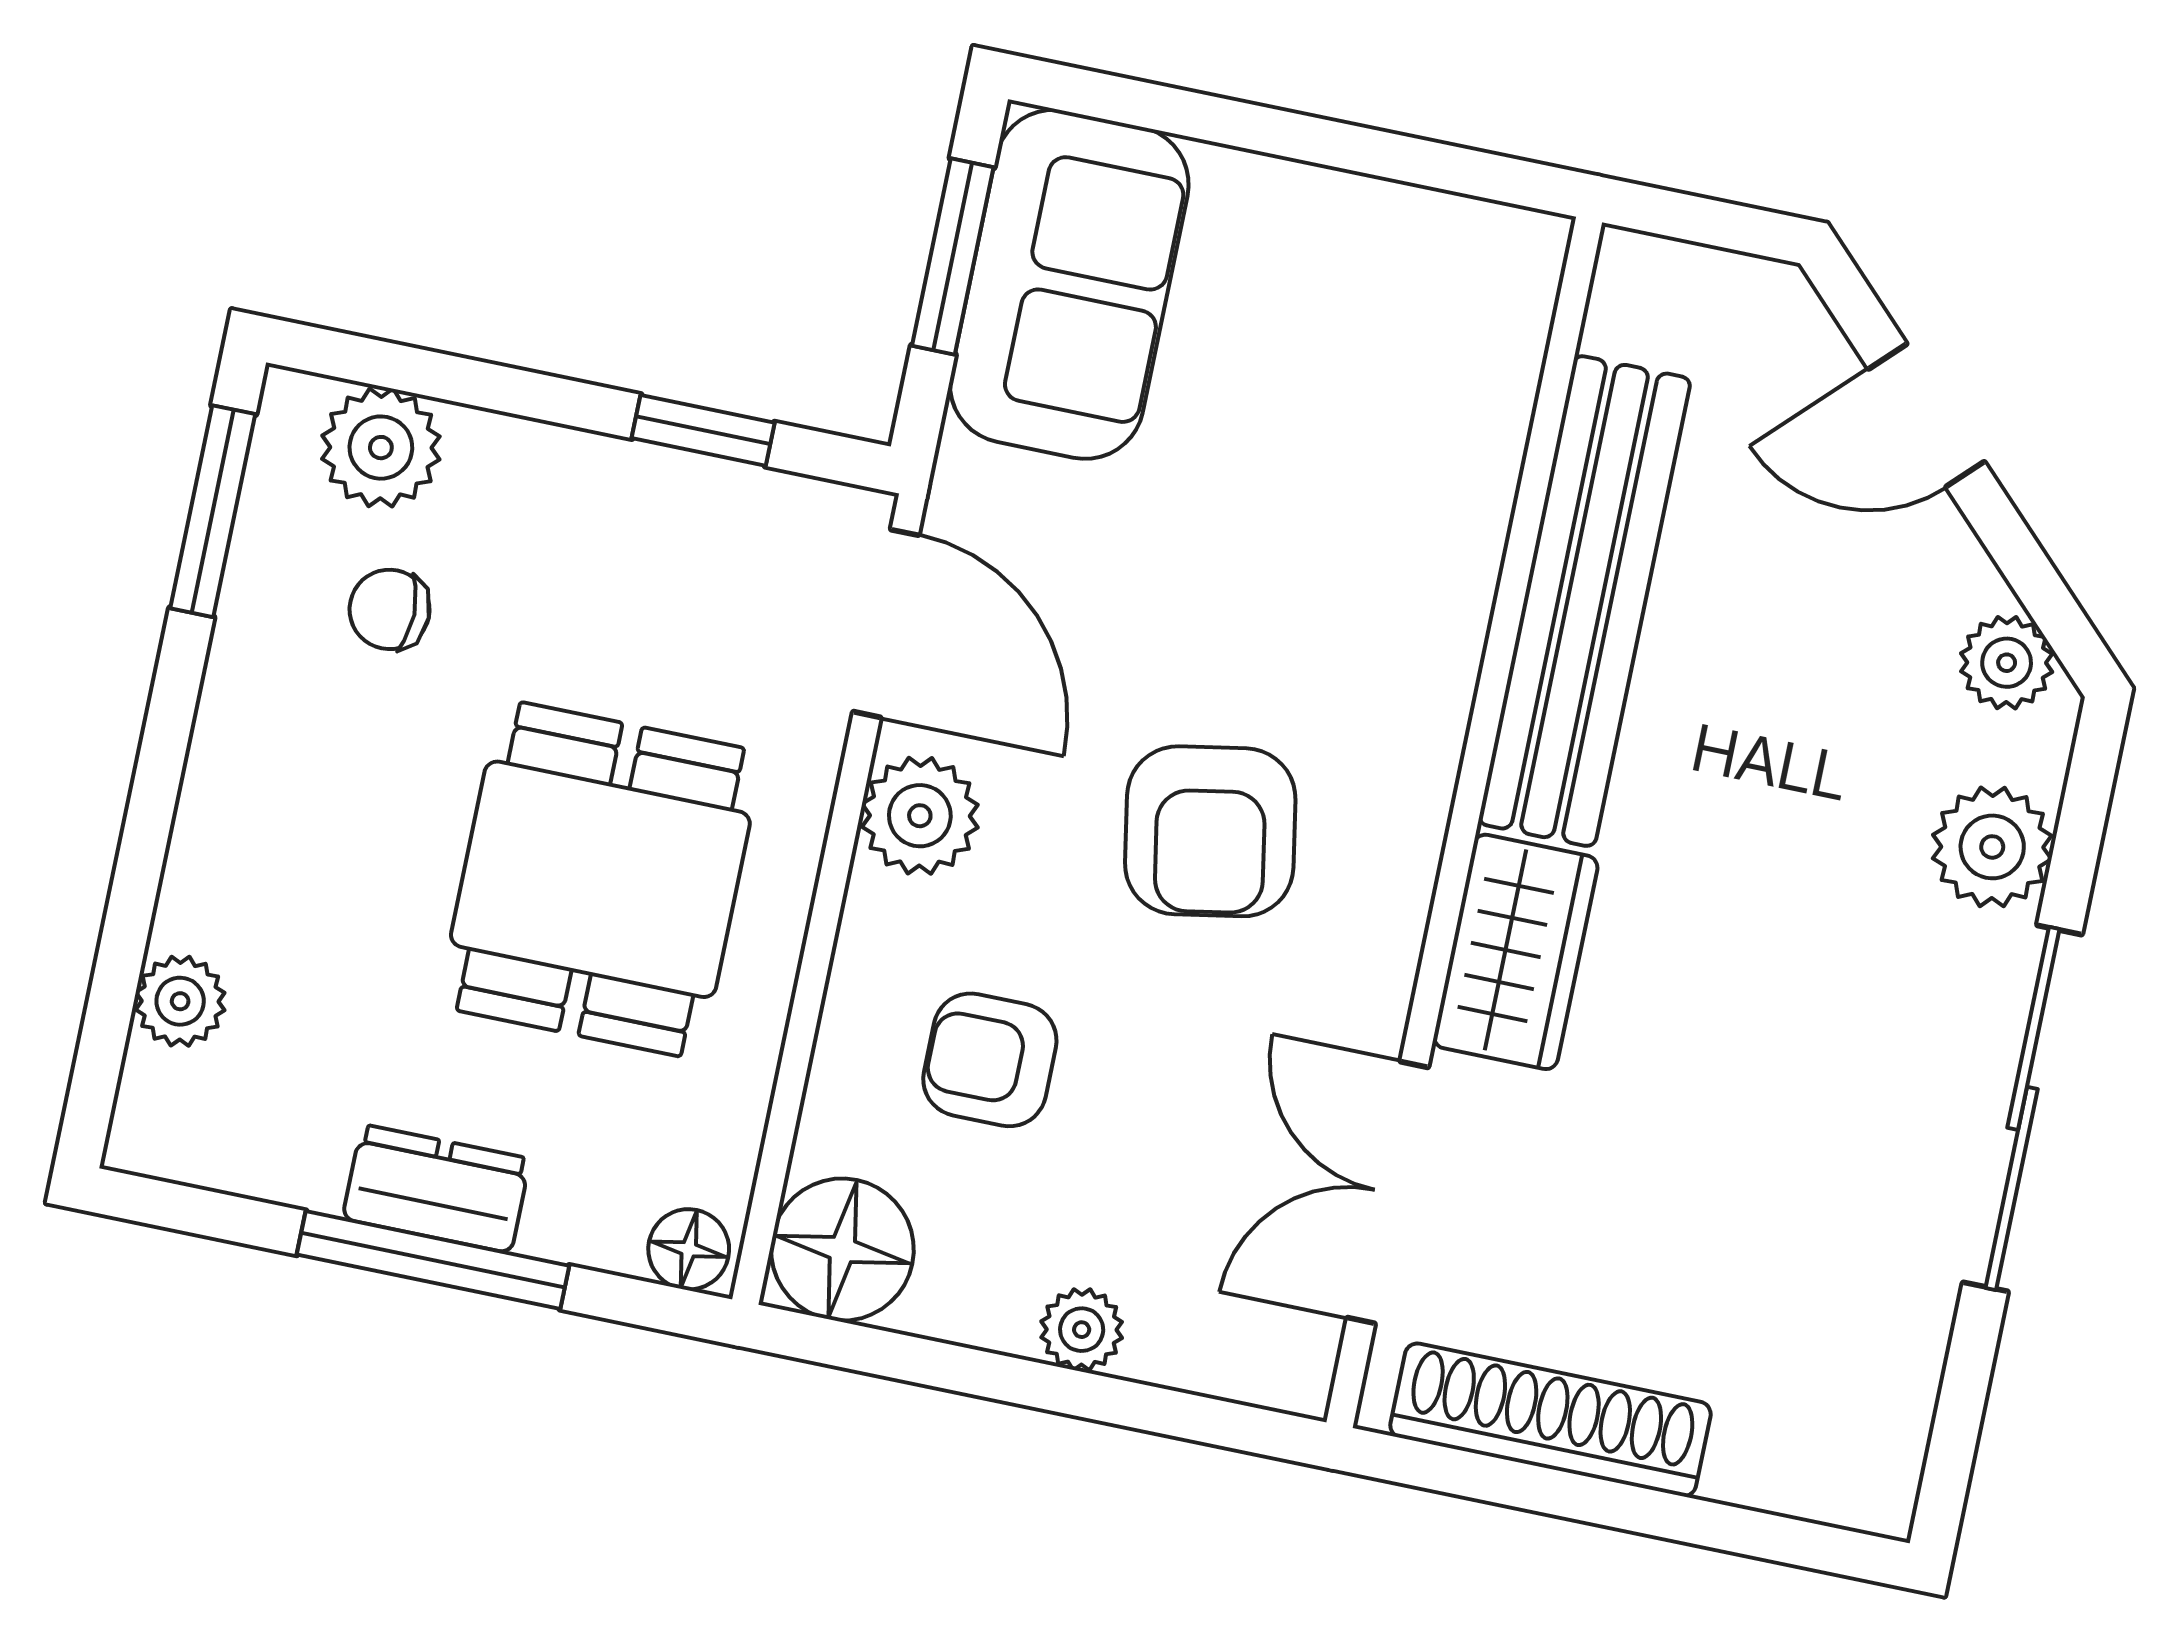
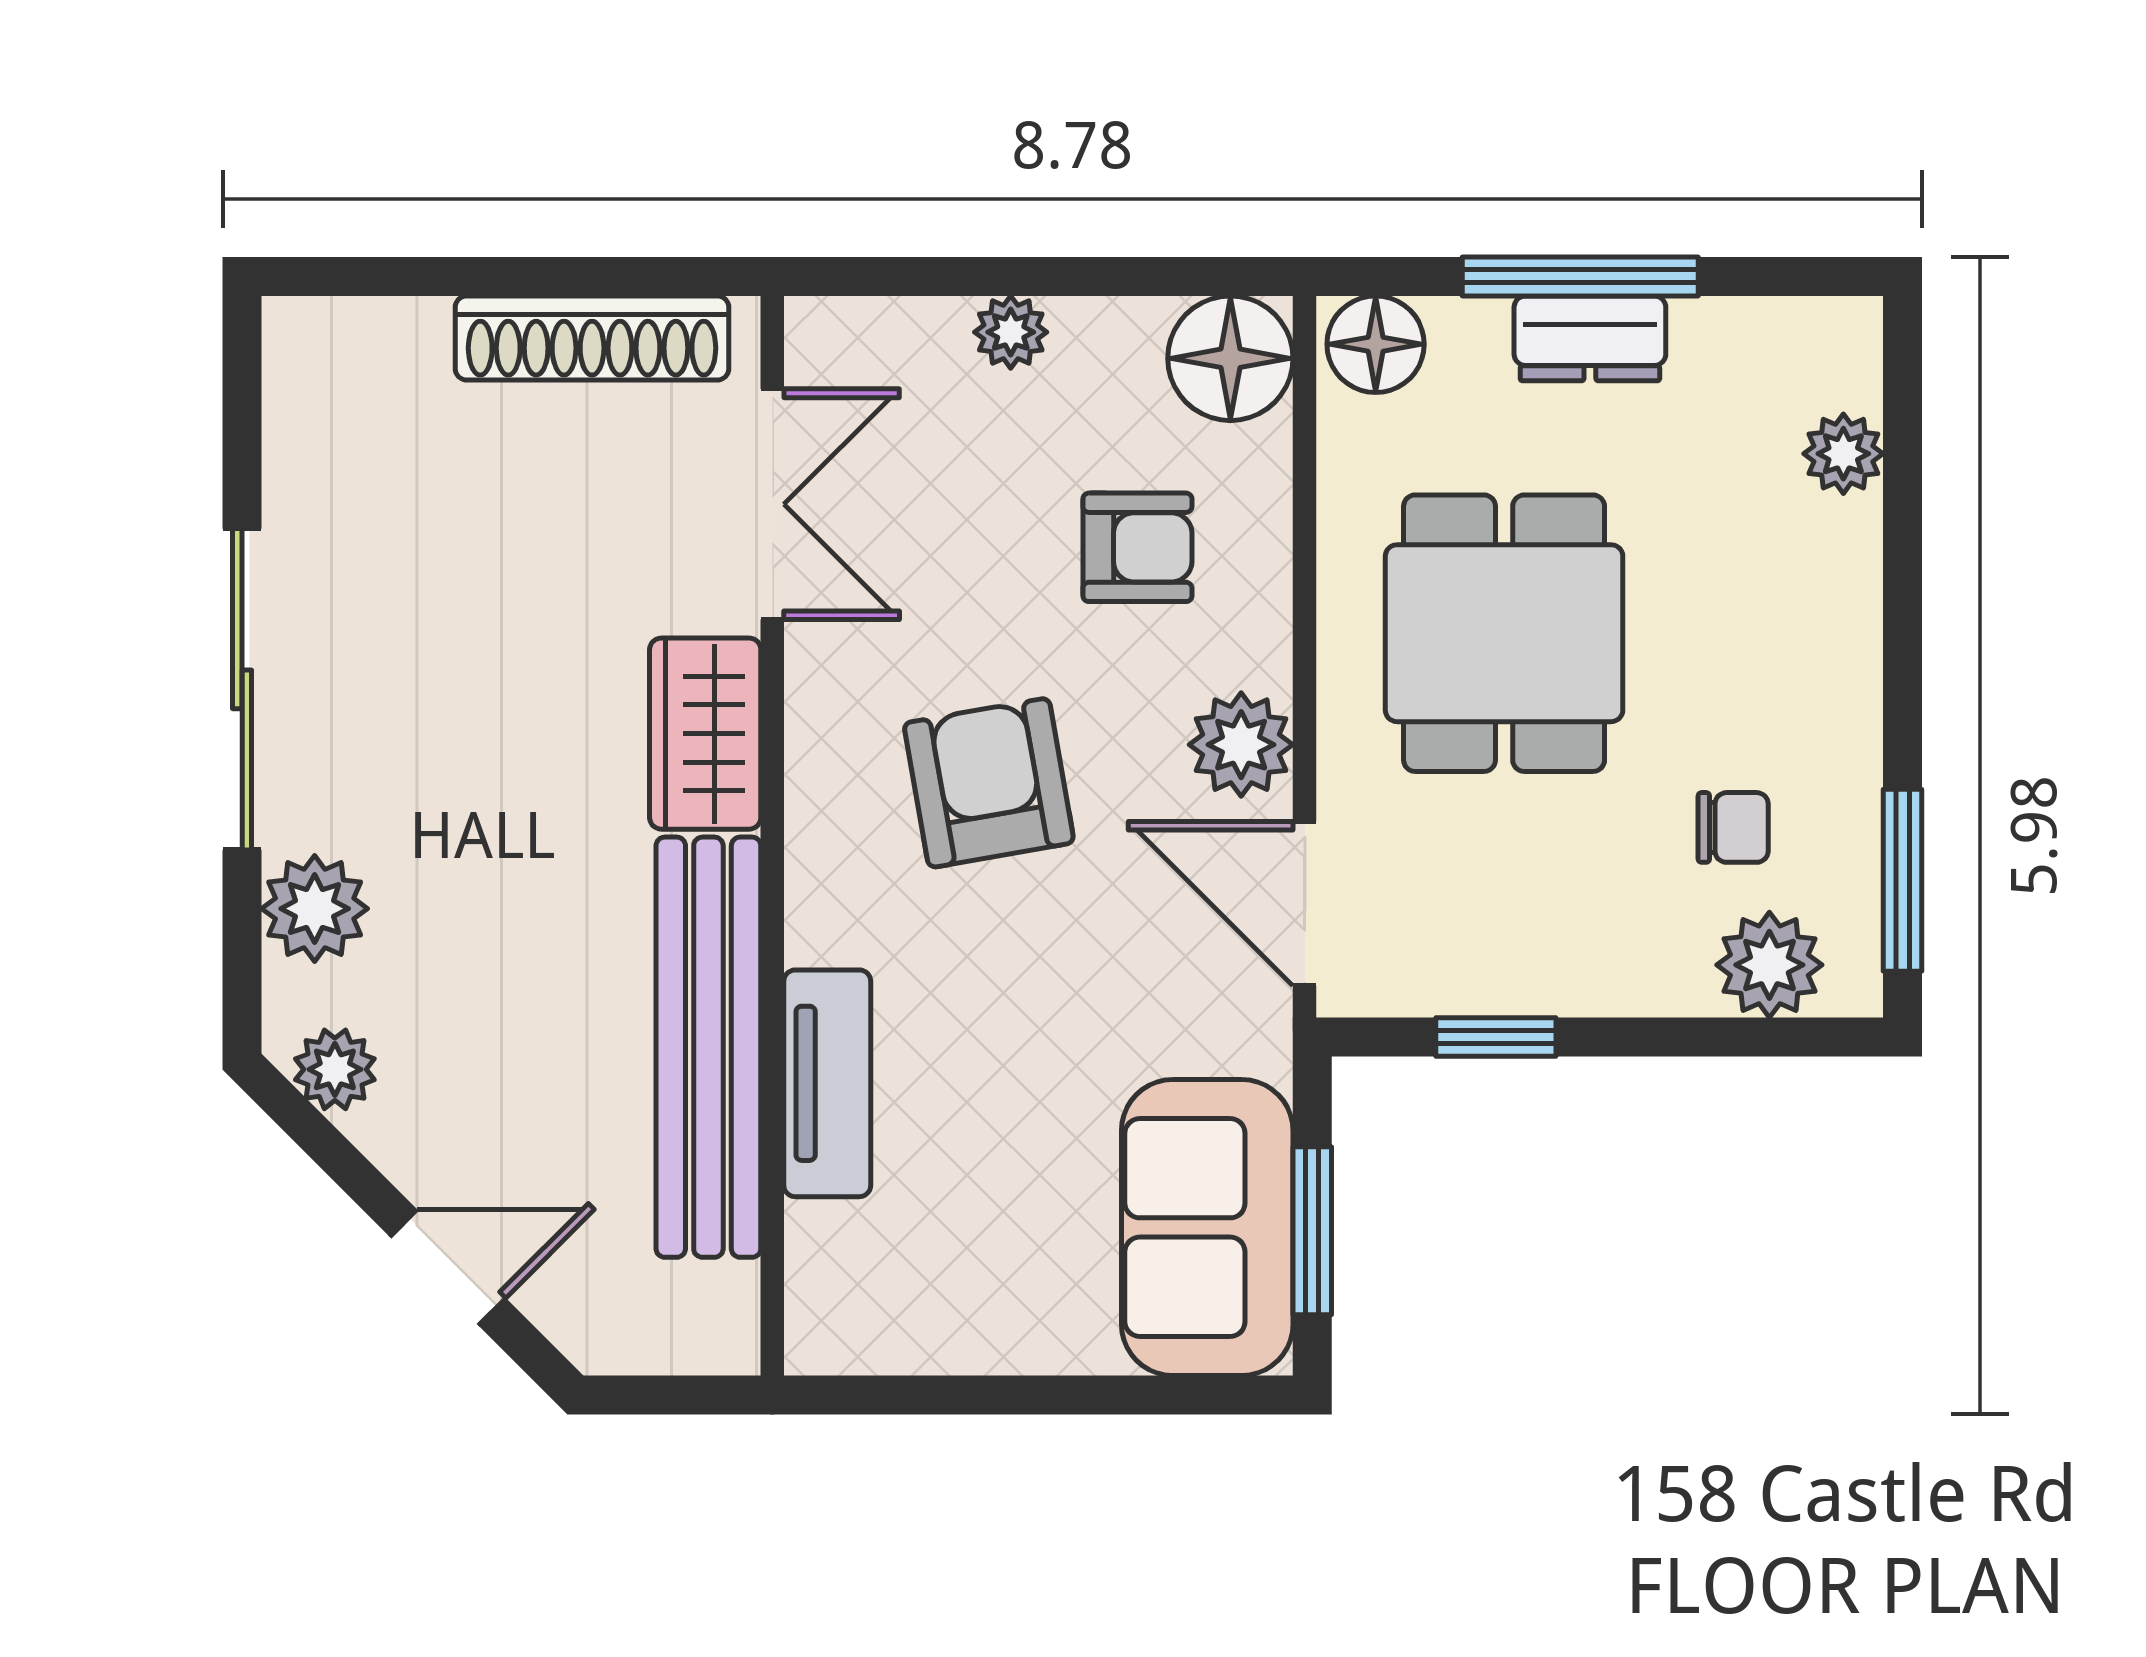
tv unit: (1460, 533) -> (827, 1083), added
floor lamp: (689, 1249) -> (1376, 344), width x1.37, depth x1.37

